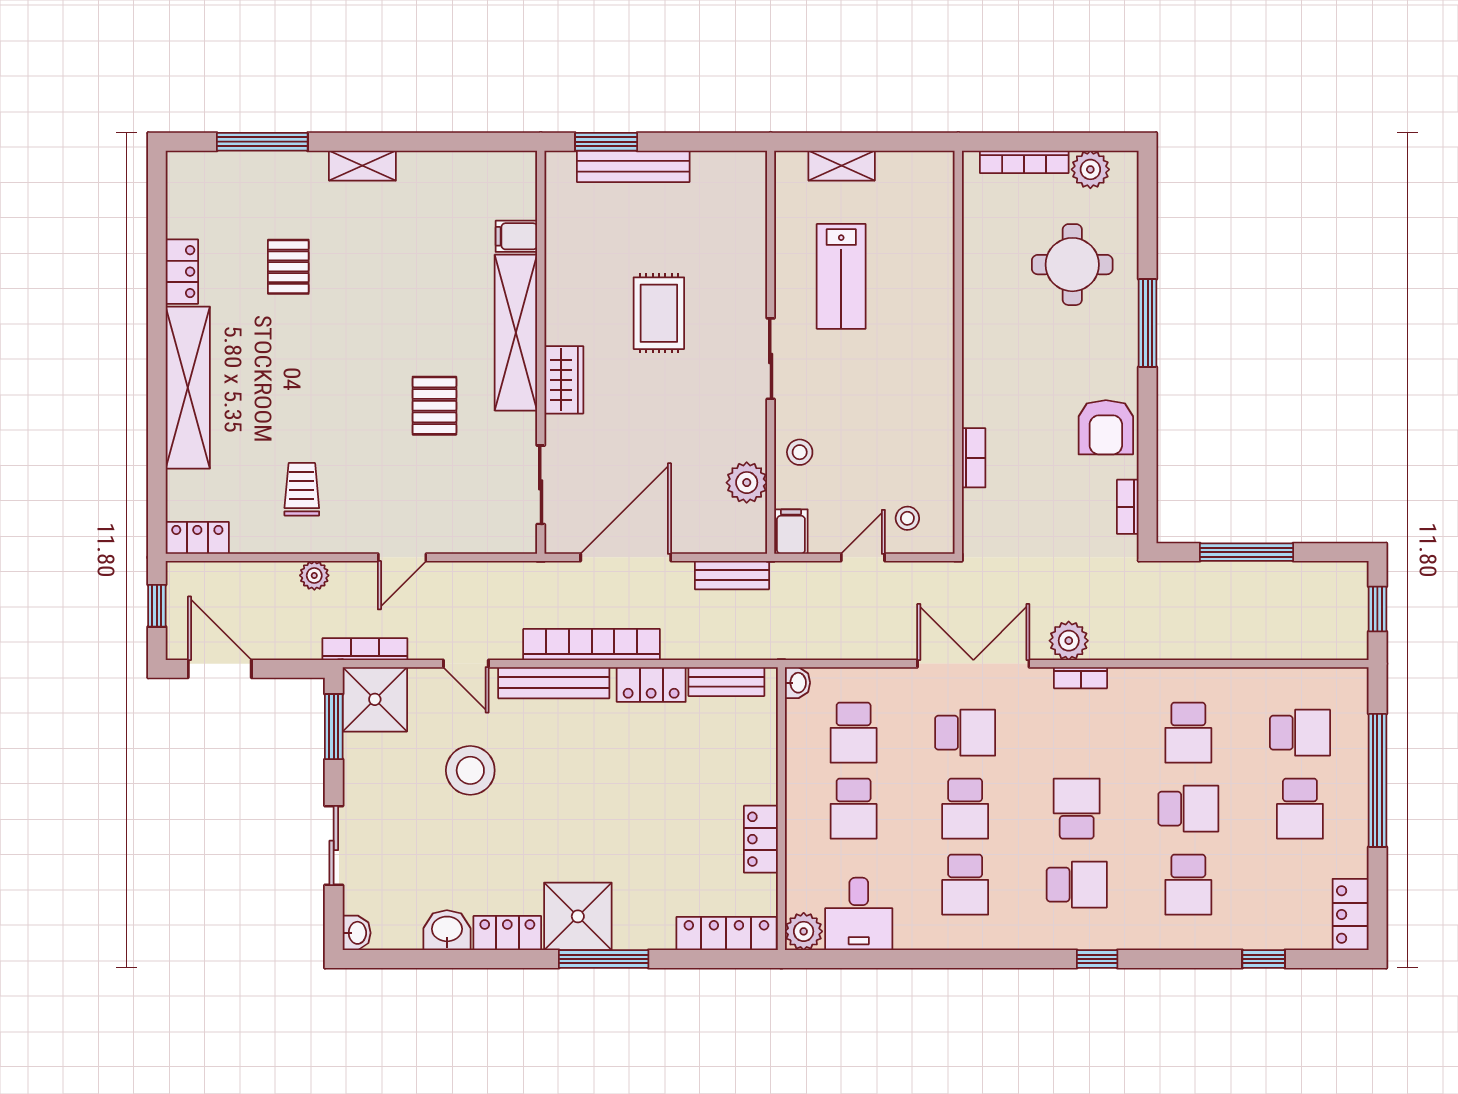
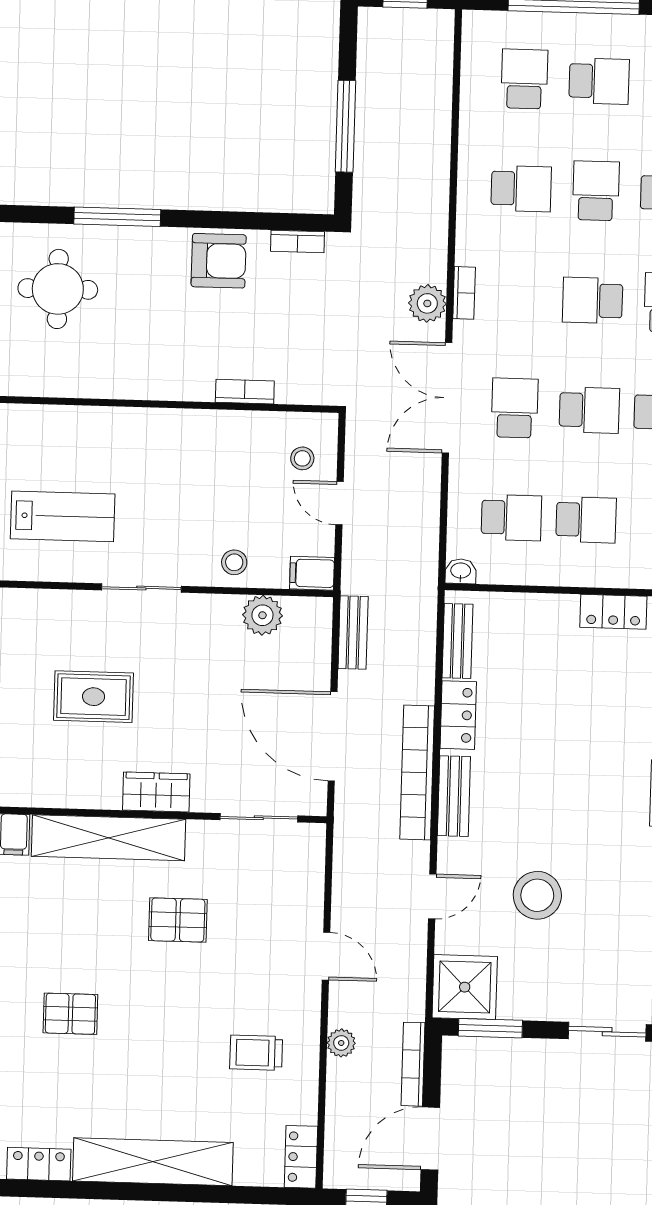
pallet: (288, 267) -> (70, 1014), moved
bookcase: (365, 649) -> (413, 1064), moved
bench: (554, 683) -> (454, 796), width x0.73

